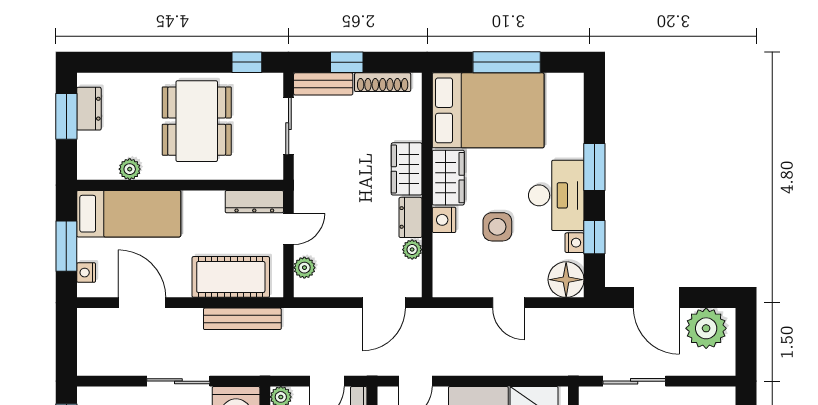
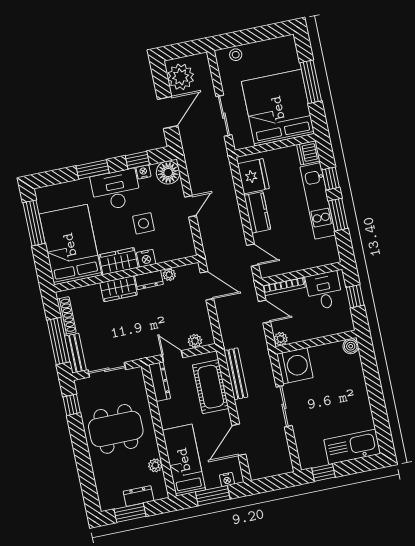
window: (347, 62) -> (58, 341), width x2.17
window: (507, 62) -> (34, 223), moved
dresser: (89, 109) -> (139, 496), moved

